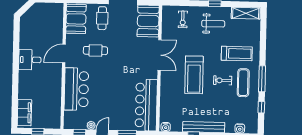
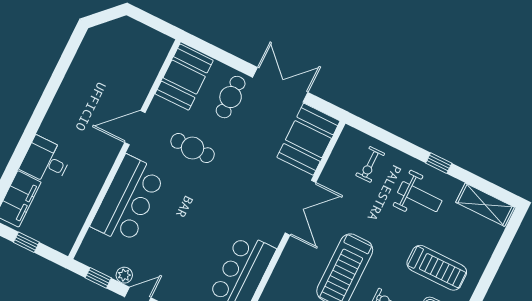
desk: (30, 60) -> (46, 161), moved

